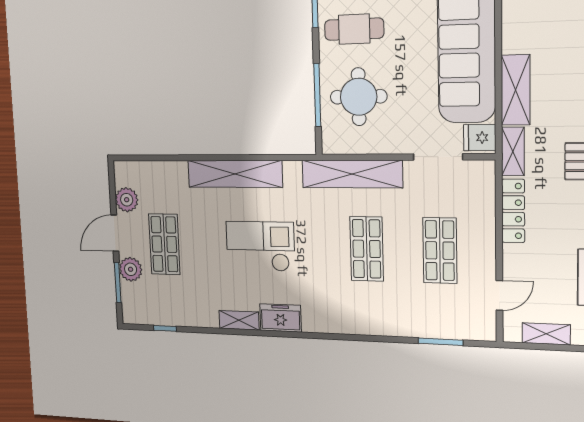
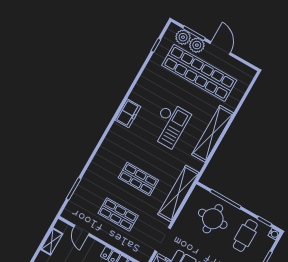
plant: (127, 200) -> (183, 37), moved
shop shelf: (164, 244) -> (199, 73), width x2.00, depth x1.36
shelving: (239, 320) -> (138, 90), removed

